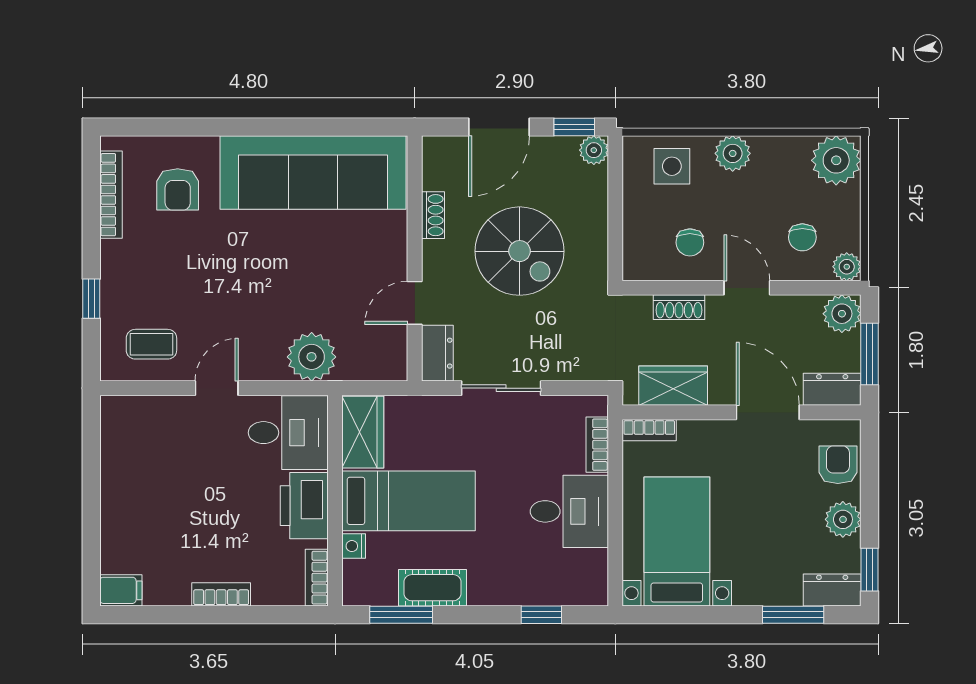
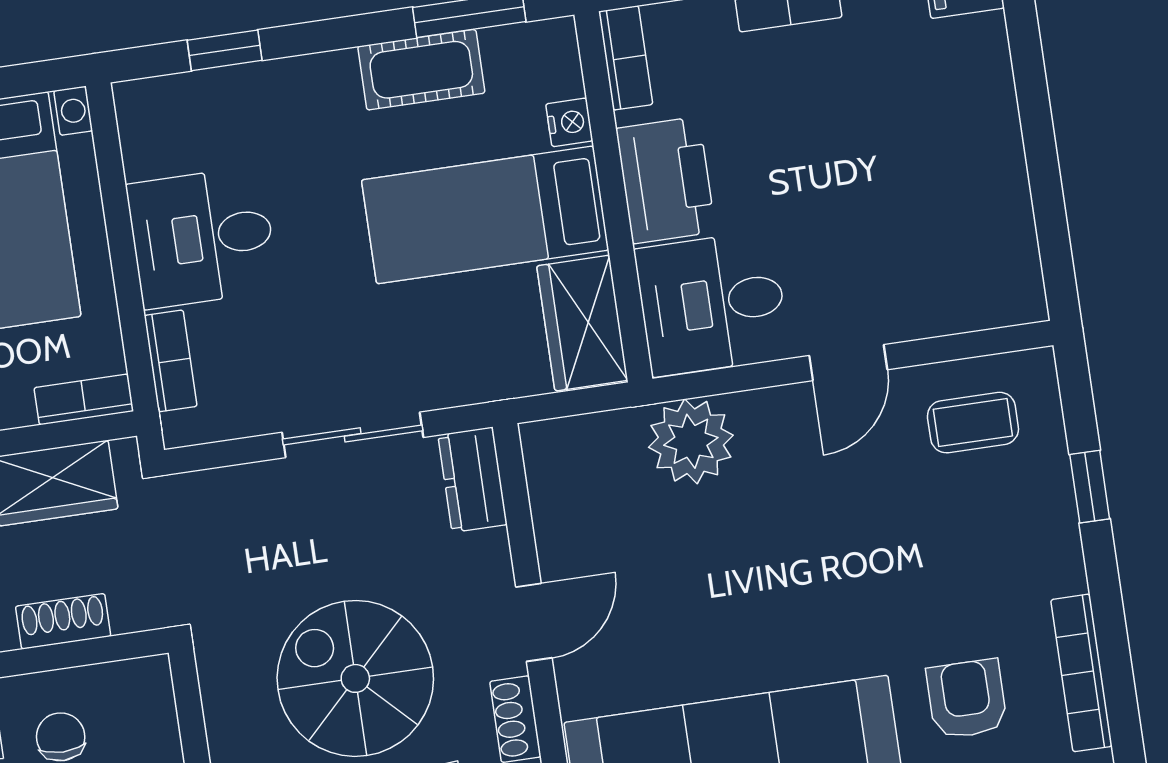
door: (415, 303) -> (534, 622), moved

